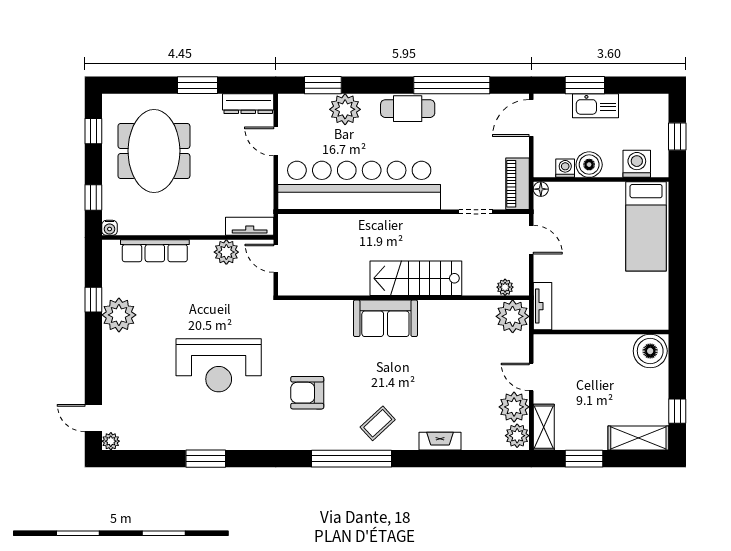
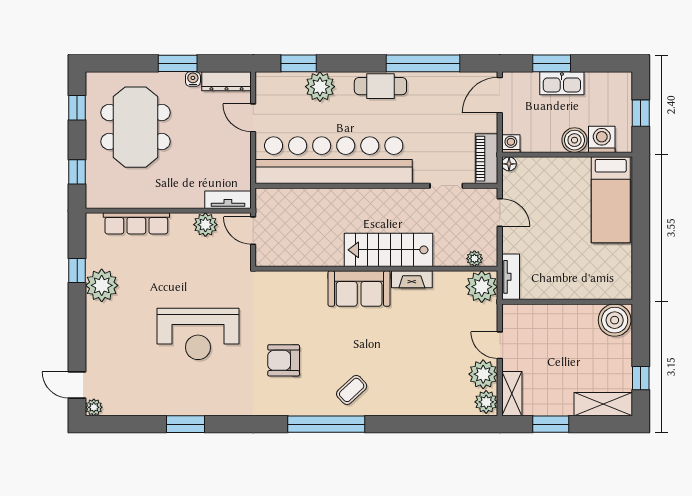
boiler: (589, 165) -> (574, 140), moved
washing machine: (565, 168) -> (511, 144), moved
water cooler: (110, 228) -> (193, 79), moved, turned 180
fireplace: (440, 441) -> (412, 279), moved, turned 180

